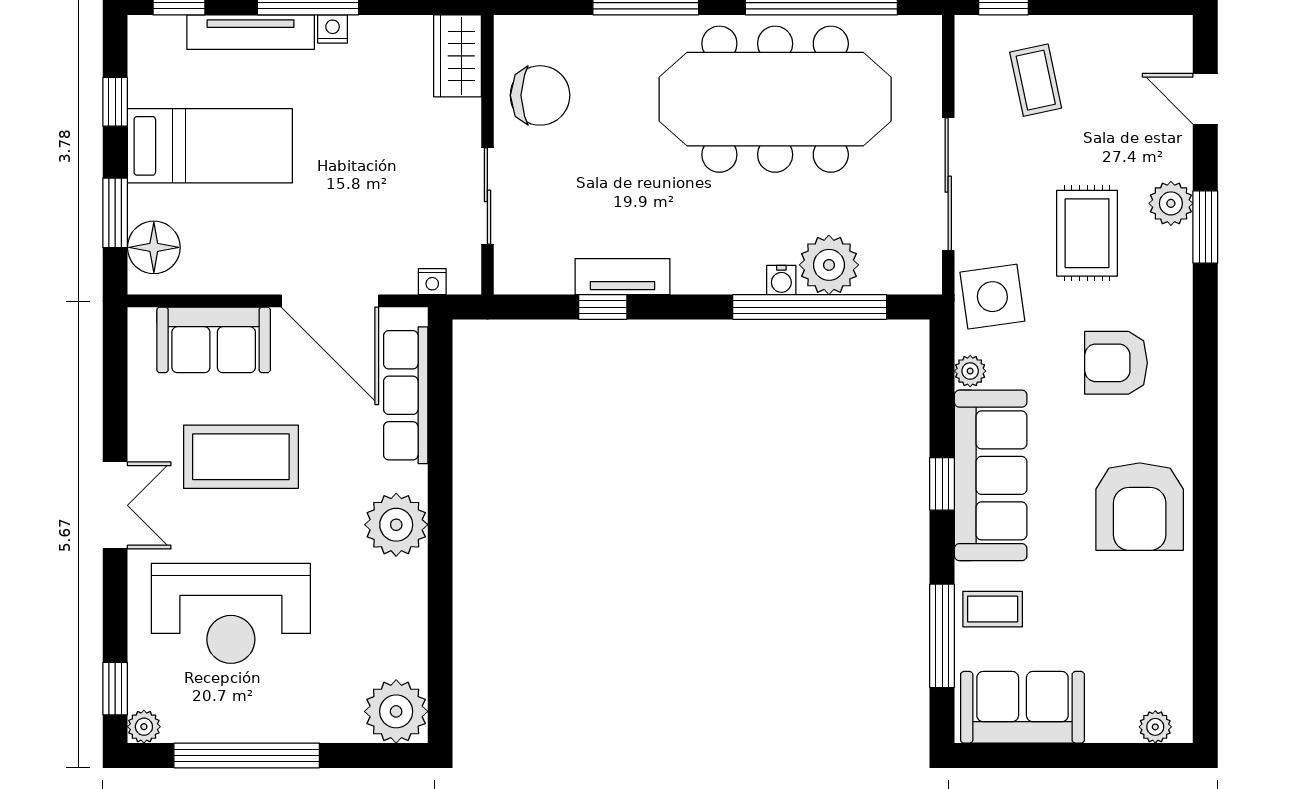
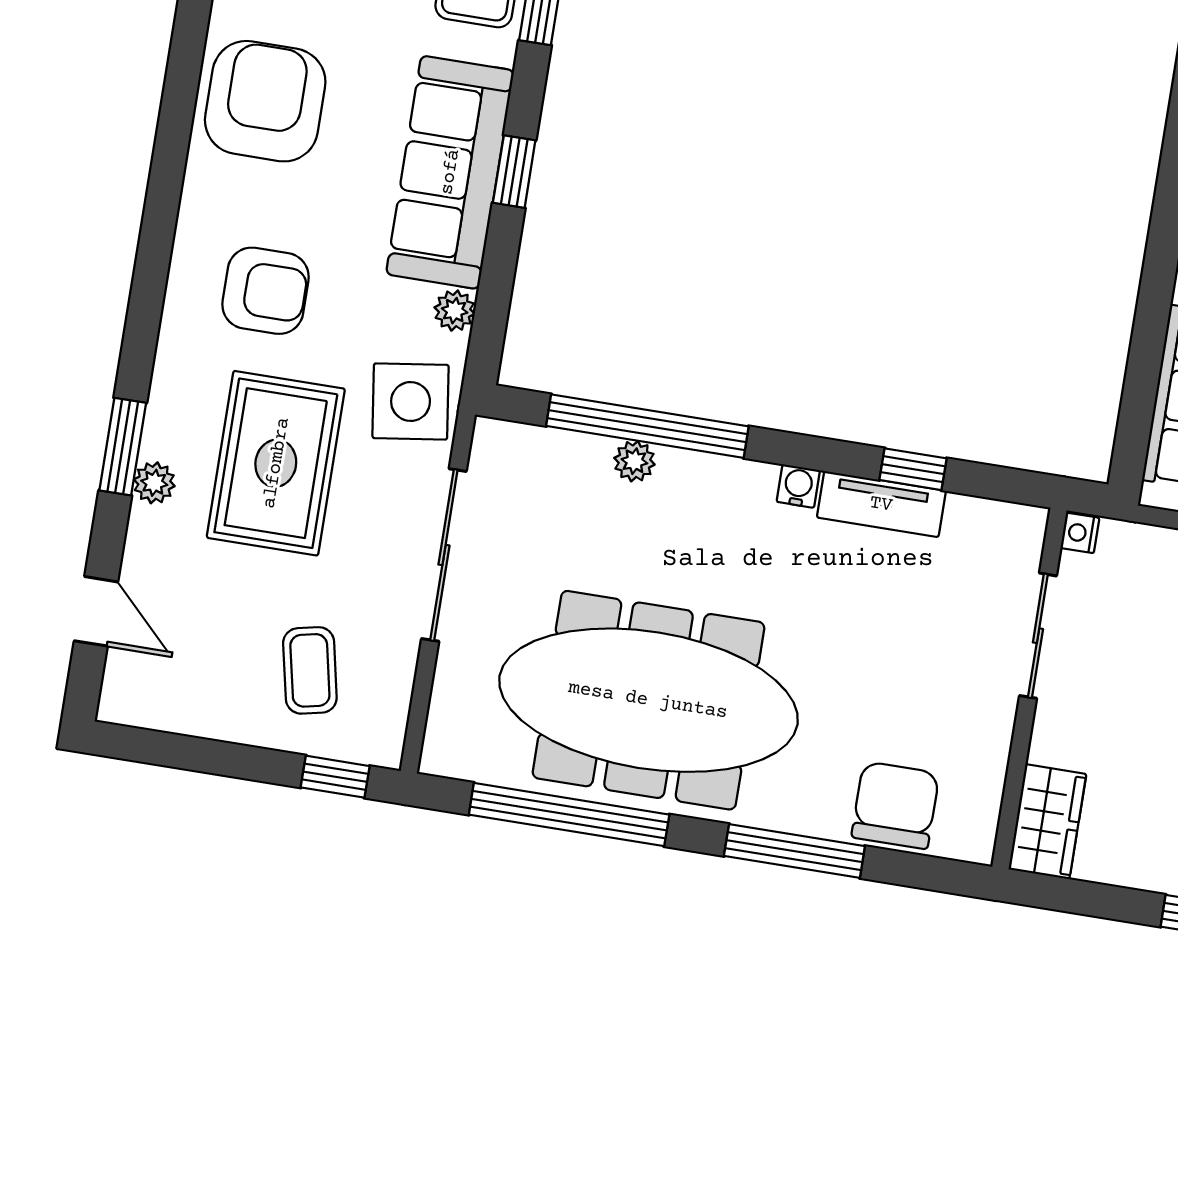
chair: (540, 95) -> (895, 805), moved, turned 90
plant: (1171, 203) -> (154, 483), width x0.73, depth x0.73
rug: (1087, 233) -> (276, 463), width x1.36, depth x1.43
plant: (829, 265) -> (634, 461), width x0.53, depth x0.53
water cooler: (781, 280) -> (798, 486), moved
nightstand: (432, 282) -> (1080, 533), moved, turned -90

